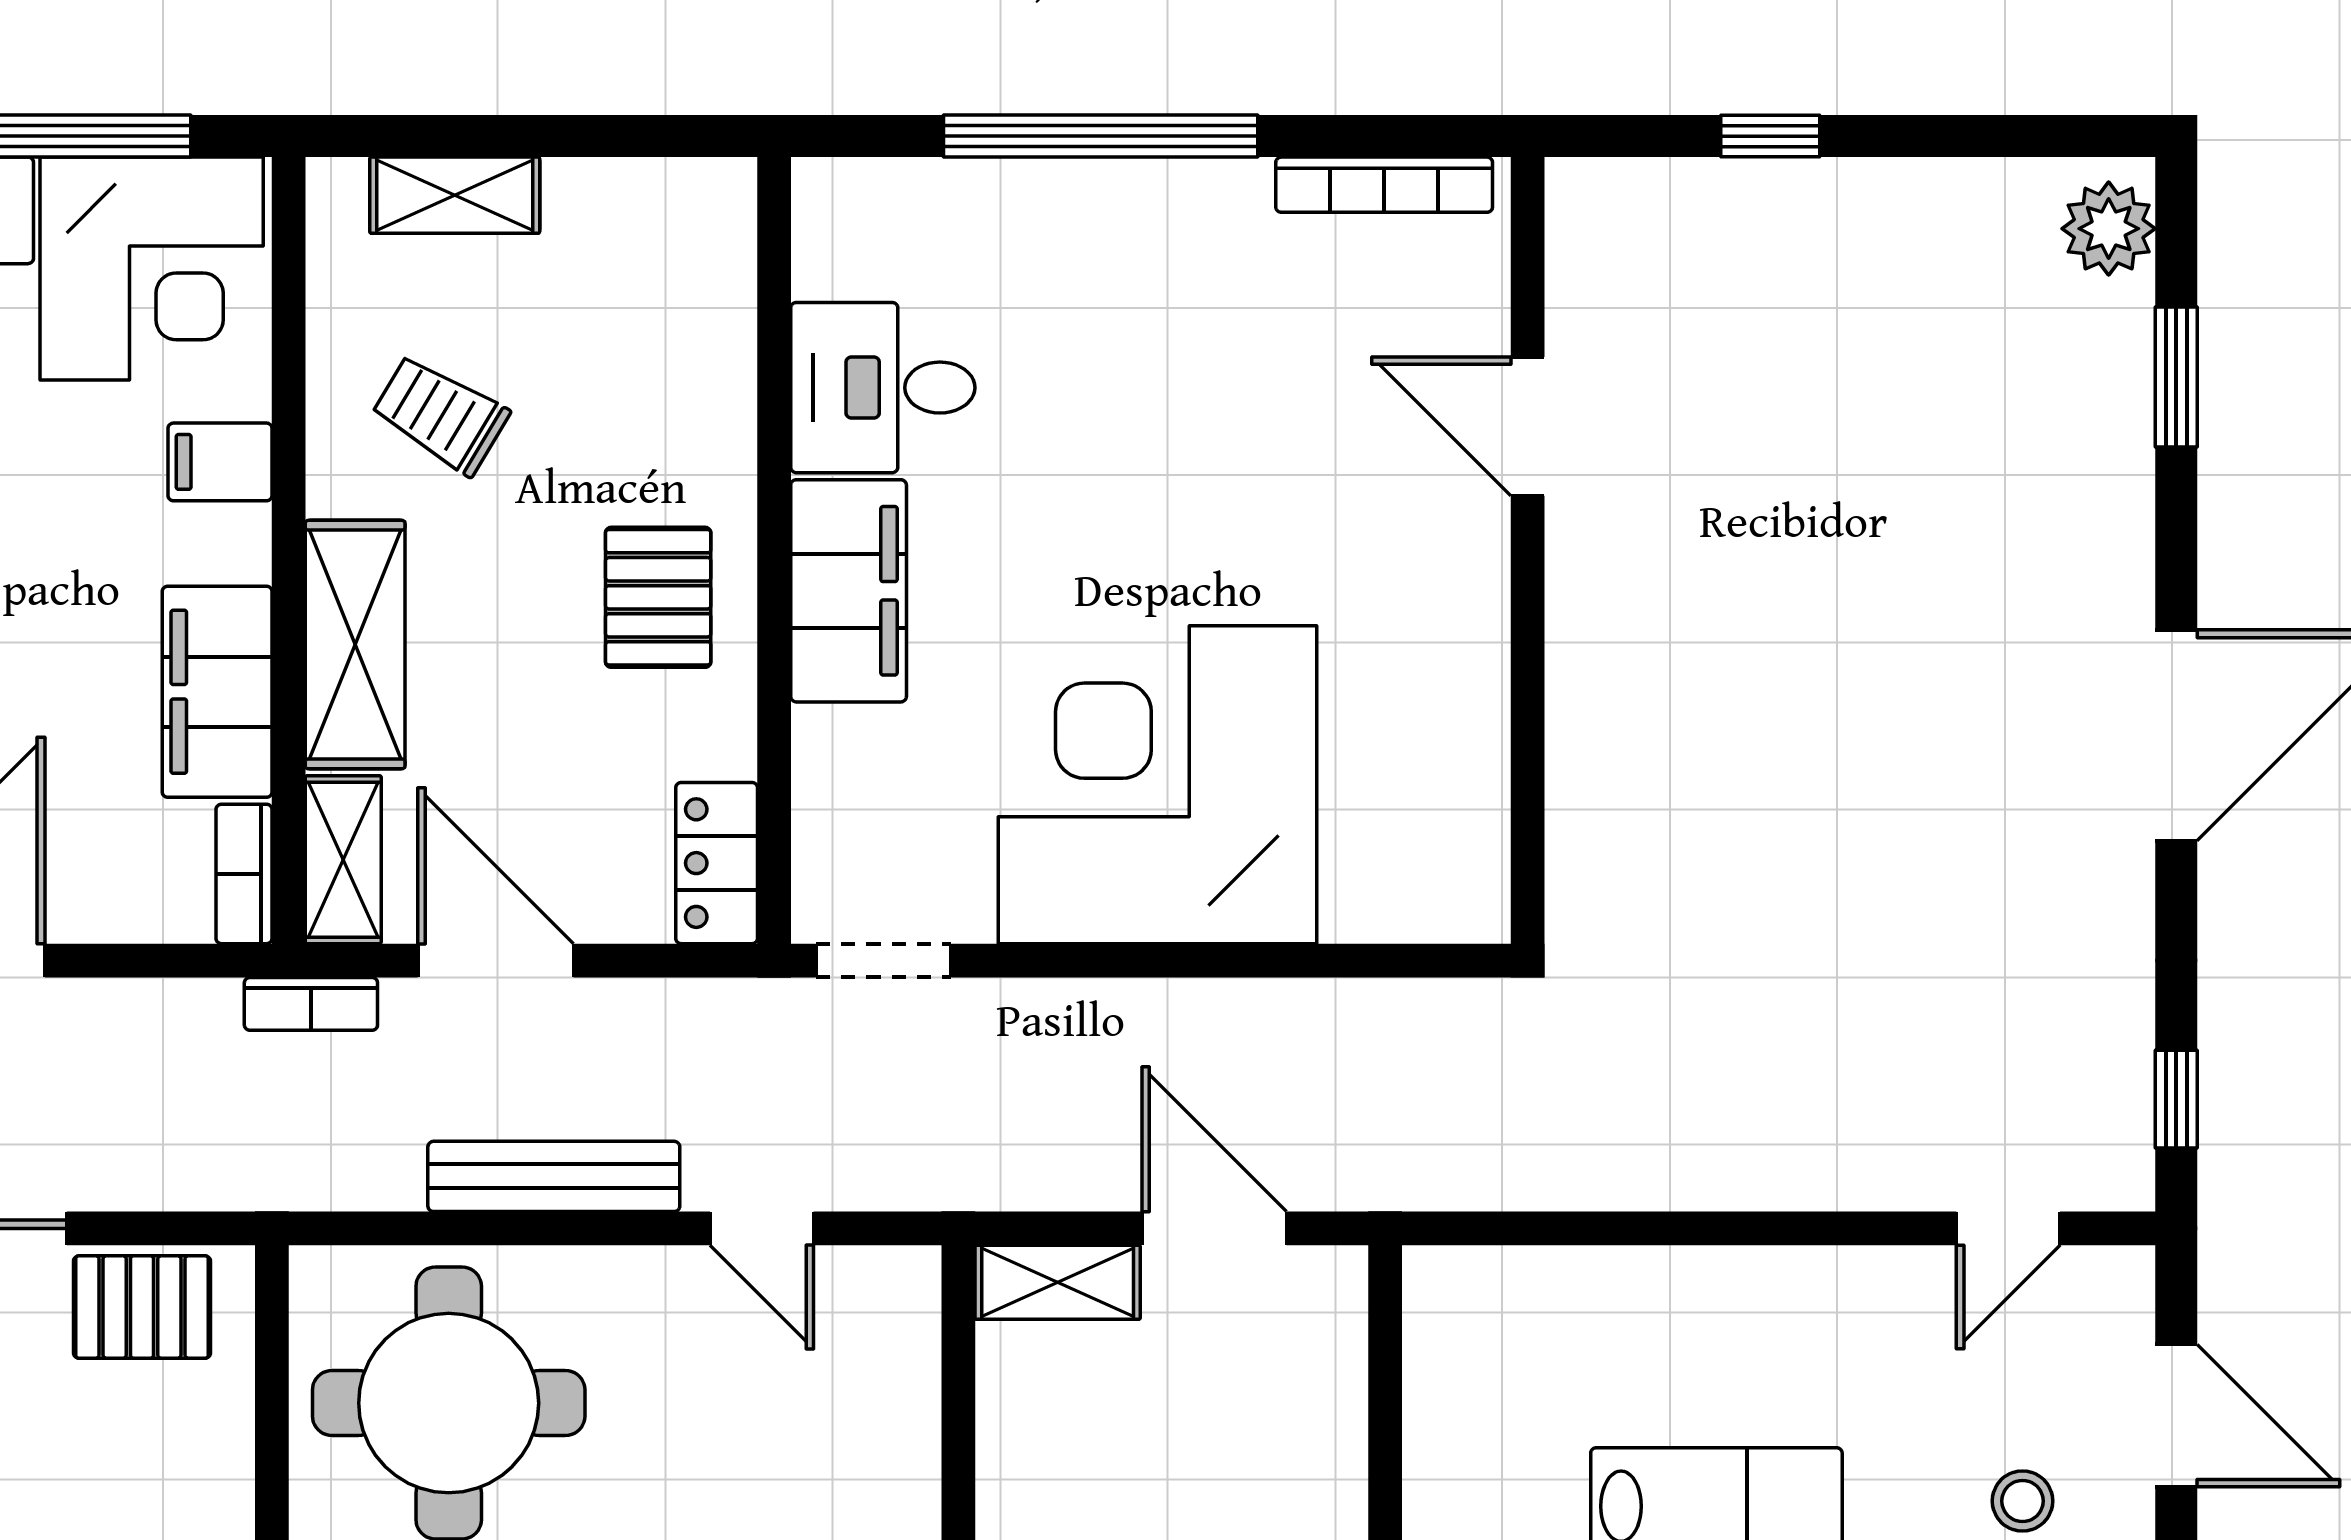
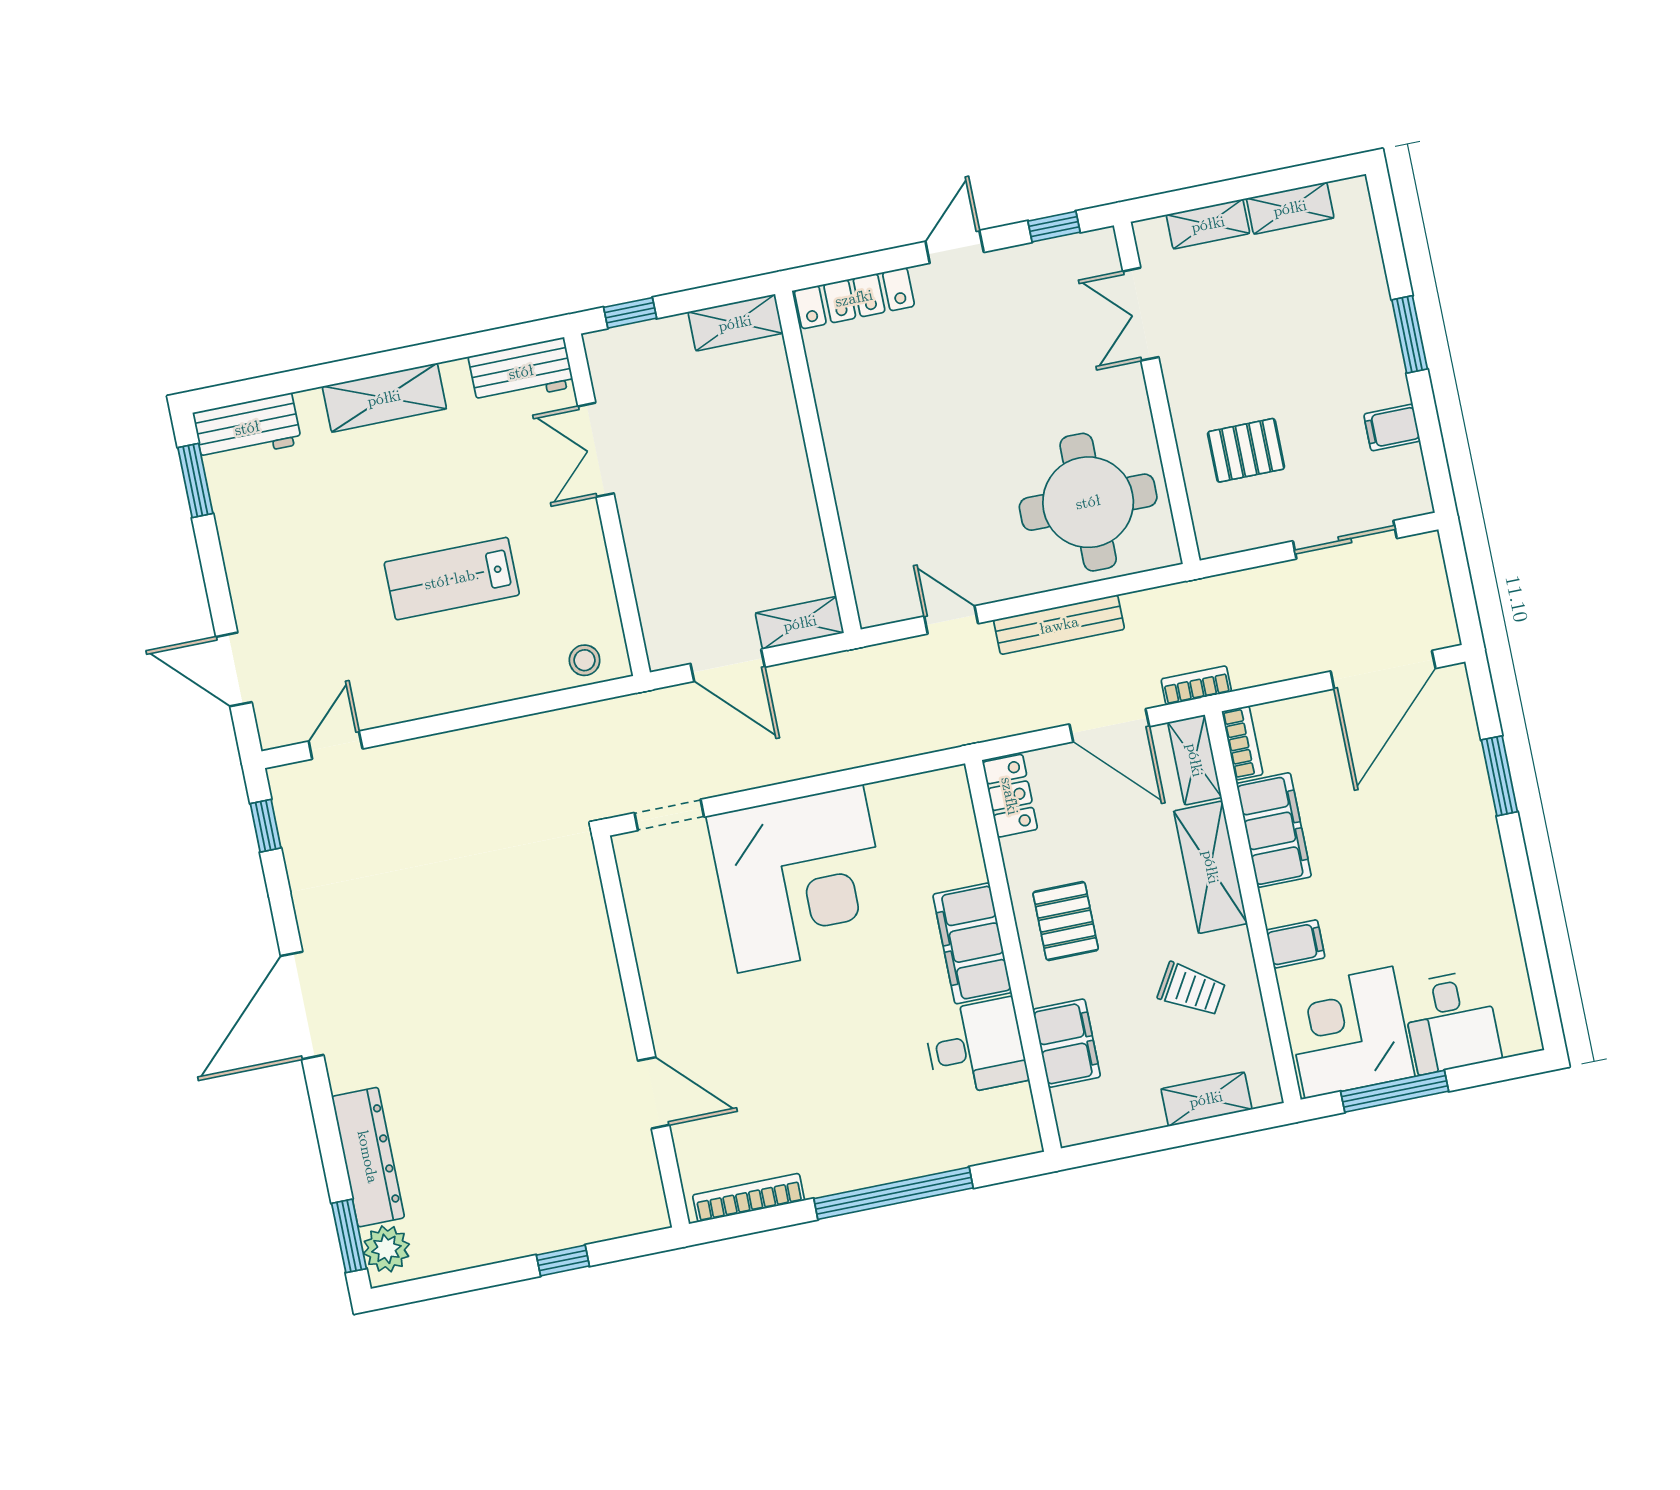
filing cabinet: (705, 359) -> (1067, 1043), added
window: (2176, 377) -> (349, 1236), moved
dresser: (2108, 414) -> (368, 1157), added
doorway: (883, 961) -> (669, 815), moved
pallet: (142, 1307) -> (1246, 450), moved
stool: (2022, 1501) -> (585, 660), moved

